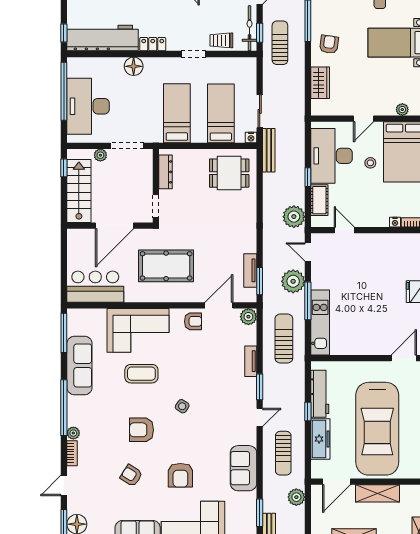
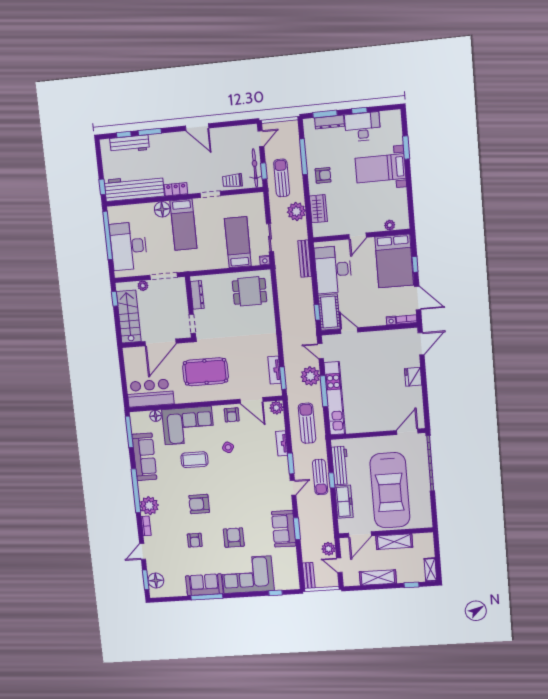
armchair: (329, 44) -> (323, 175), turned 82
bed: (177, 113) -> (183, 225), moved, turned 180
bench: (269, 150) -> (305, 259), moved
stool: (370, 163) -> (366, 273), removed
window: (308, 177) -> (317, 312), moved
cot: (319, 200) -> (329, 312), width x1.37, depth x1.34
plant: (294, 217) -> (296, 211), moved
door: (219, 305) -> (251, 400), swing flipped
floor lamp: (99, 315) -> (156, 416), added
armchair: (193, 321) -> (232, 415), turned 90
kitchen unit: (320, 322) -> (335, 398), width x1.36
side table: (182, 406) -> (228, 447), moved
plant: (73, 433) -> (149, 506), width x1.87, depth x1.87
sun lounger: (283, 453) -> (320, 477), moved
armchair: (131, 475) -> (195, 540), turned -122
armchair: (180, 475) -> (234, 538), turned 180
window: (260, 513) -> (297, 529), moved
door: (308, 519) -> (339, 565), added

